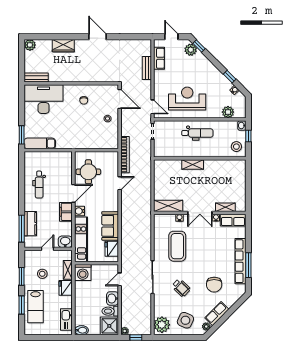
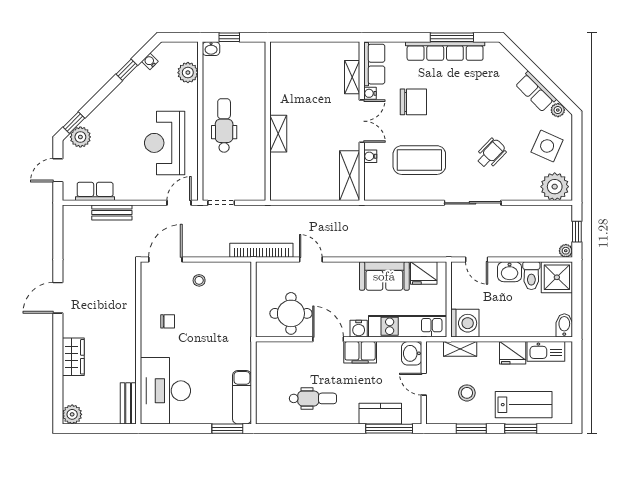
stool: (236, 147) -> (247, 58), removed
chair: (214, 285) -> (413, 102), moved
fridge: (66, 288) -> (513, 353), moved

